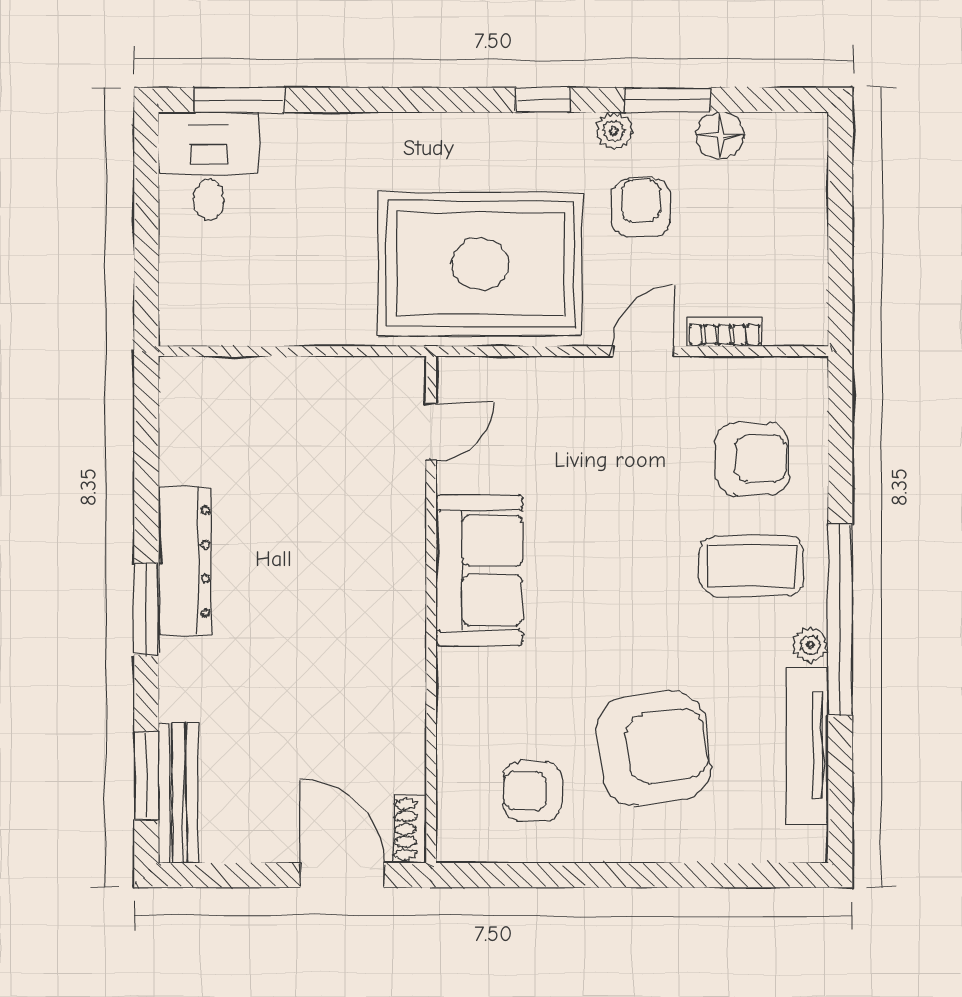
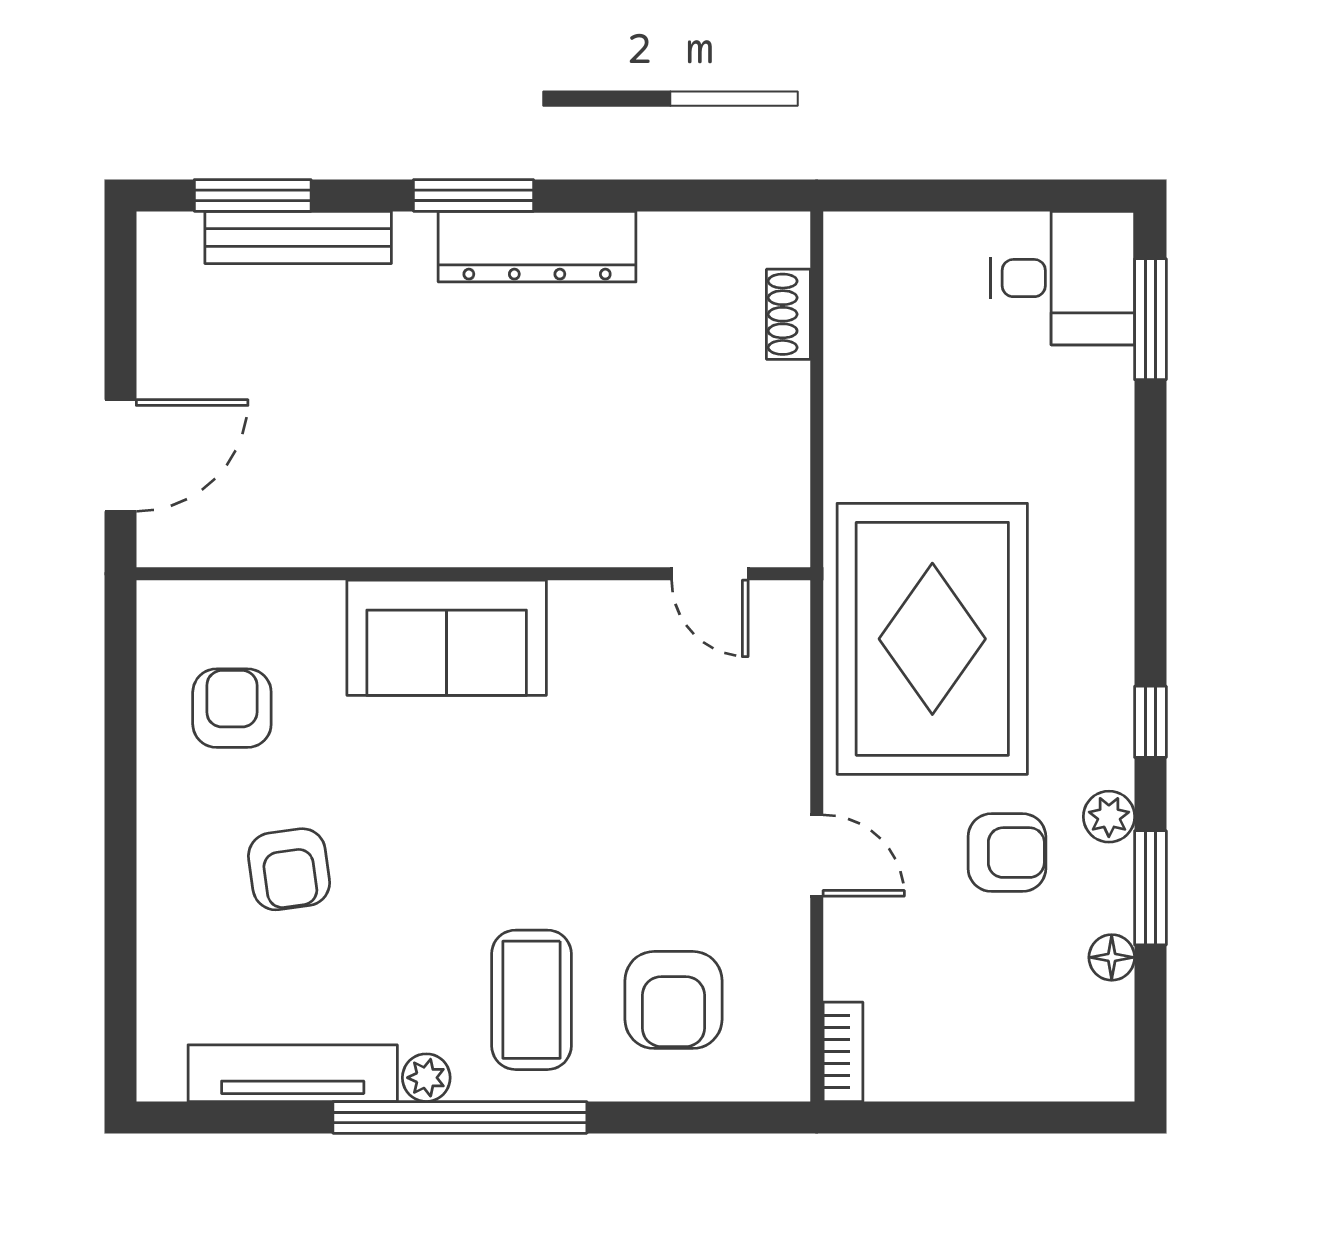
floor lamp: (720, 135) -> (1112, 957), width x0.73, depth x0.73
bookcase: (724, 331) -> (843, 1052), moved
sofa: (479, 570) -> (447, 638), moved
armchair: (654, 748) -> (289, 869), width x0.53, depth x0.53
bench: (178, 793) -> (298, 237), moved
shoe rack: (410, 829) -> (788, 314), moved, turned -90

